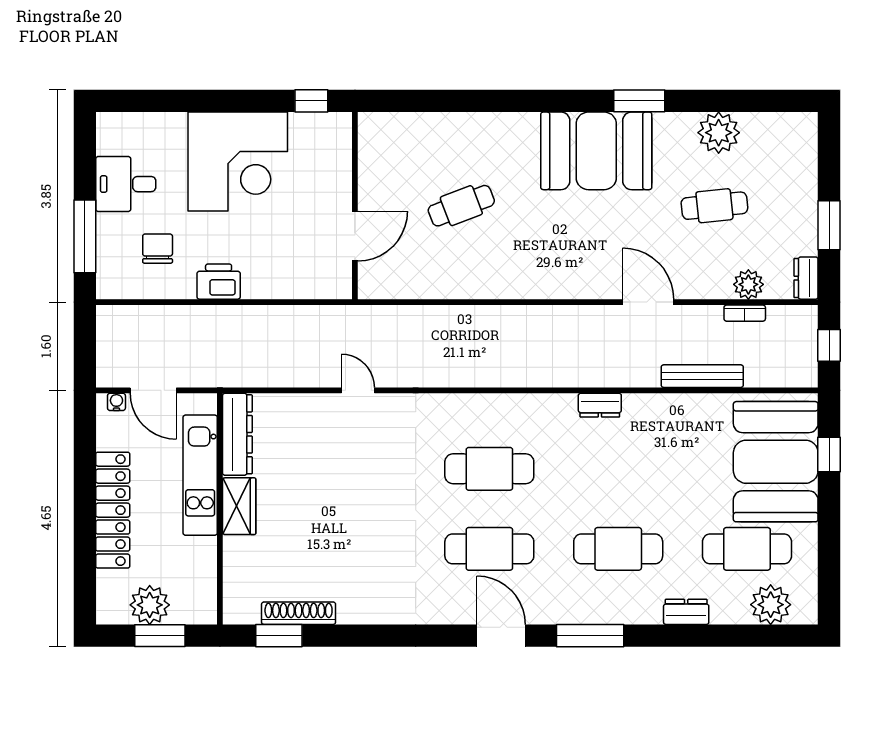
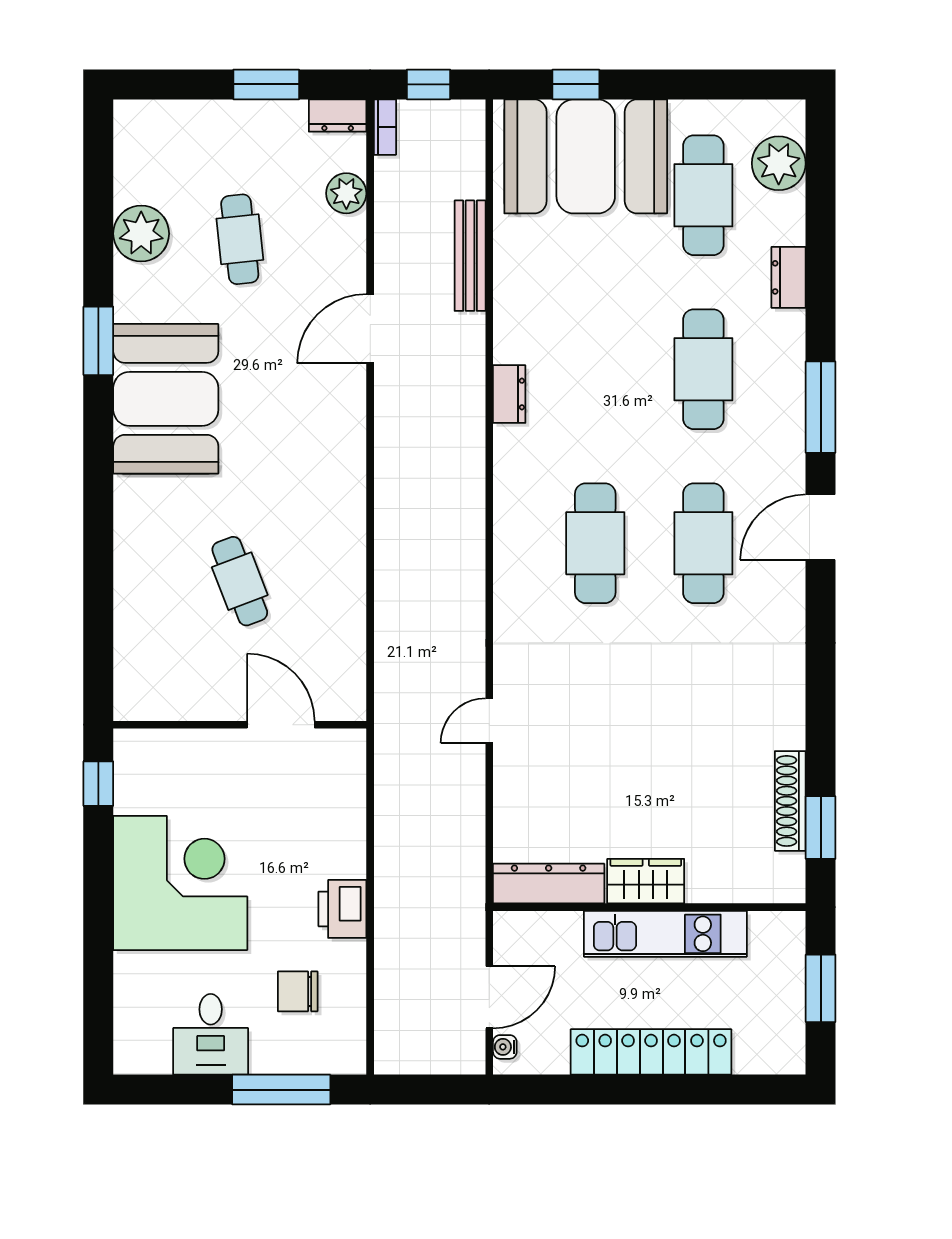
bookcase: (745, 313) -> (385, 127), moved
kitchen unit: (200, 475) -> (665, 934), moved
plant: (150, 605) -> (779, 1002), removed

